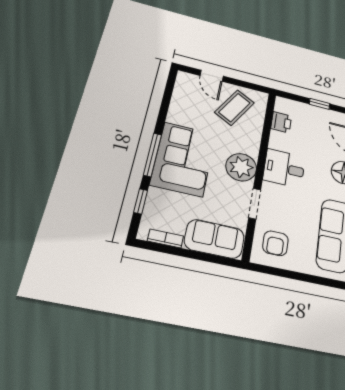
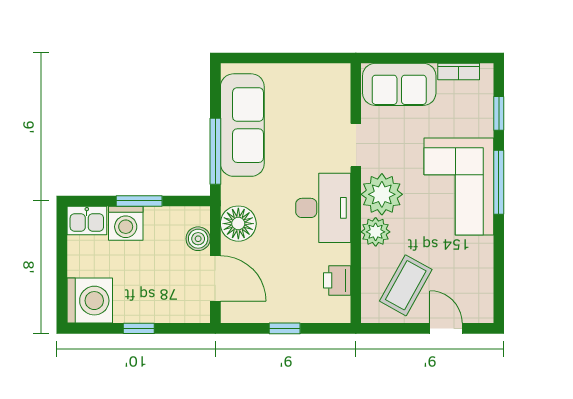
plant: (250, 145) -> (376, 232), added
desk: (284, 168) -> (323, 208), width x1.37
armchair: (275, 243) -> (321, 96), removed

